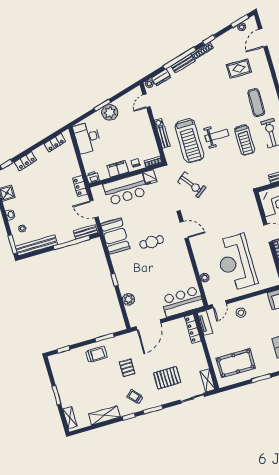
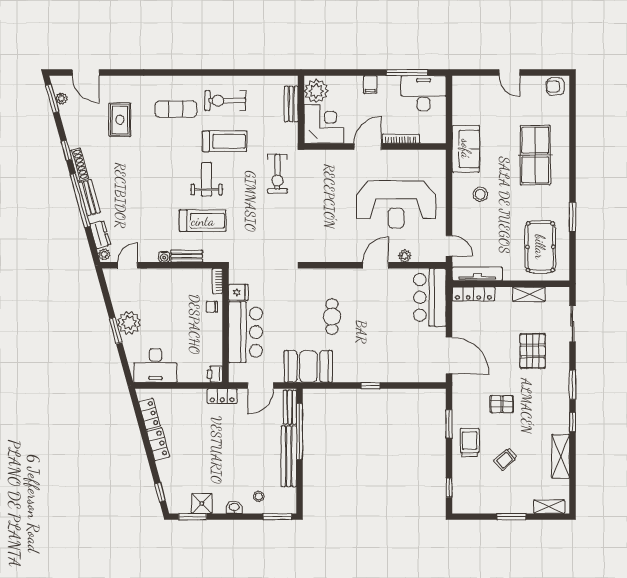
door: (147, 101) -> (128, 265), swing flipped
treadmill: (189, 141) -> (203, 221), width x0.73, depth x0.73
locker: (25, 161) -> (158, 444), moved
filing cabinet: (118, 169) -> (213, 335), removed
exercise bike: (192, 185) -> (277, 174), moved, turned 127
door: (184, 230) -> (376, 265), moved
bench: (36, 245) -> (289, 456), moved
plant: (128, 299) -> (404, 374), removed
stool: (241, 313) -> (480, 194), moved
tv unit: (205, 323) -> (477, 274), width x1.41
shelving: (208, 380) -> (529, 294), moved
trolley: (135, 397) -> (505, 459), moved

